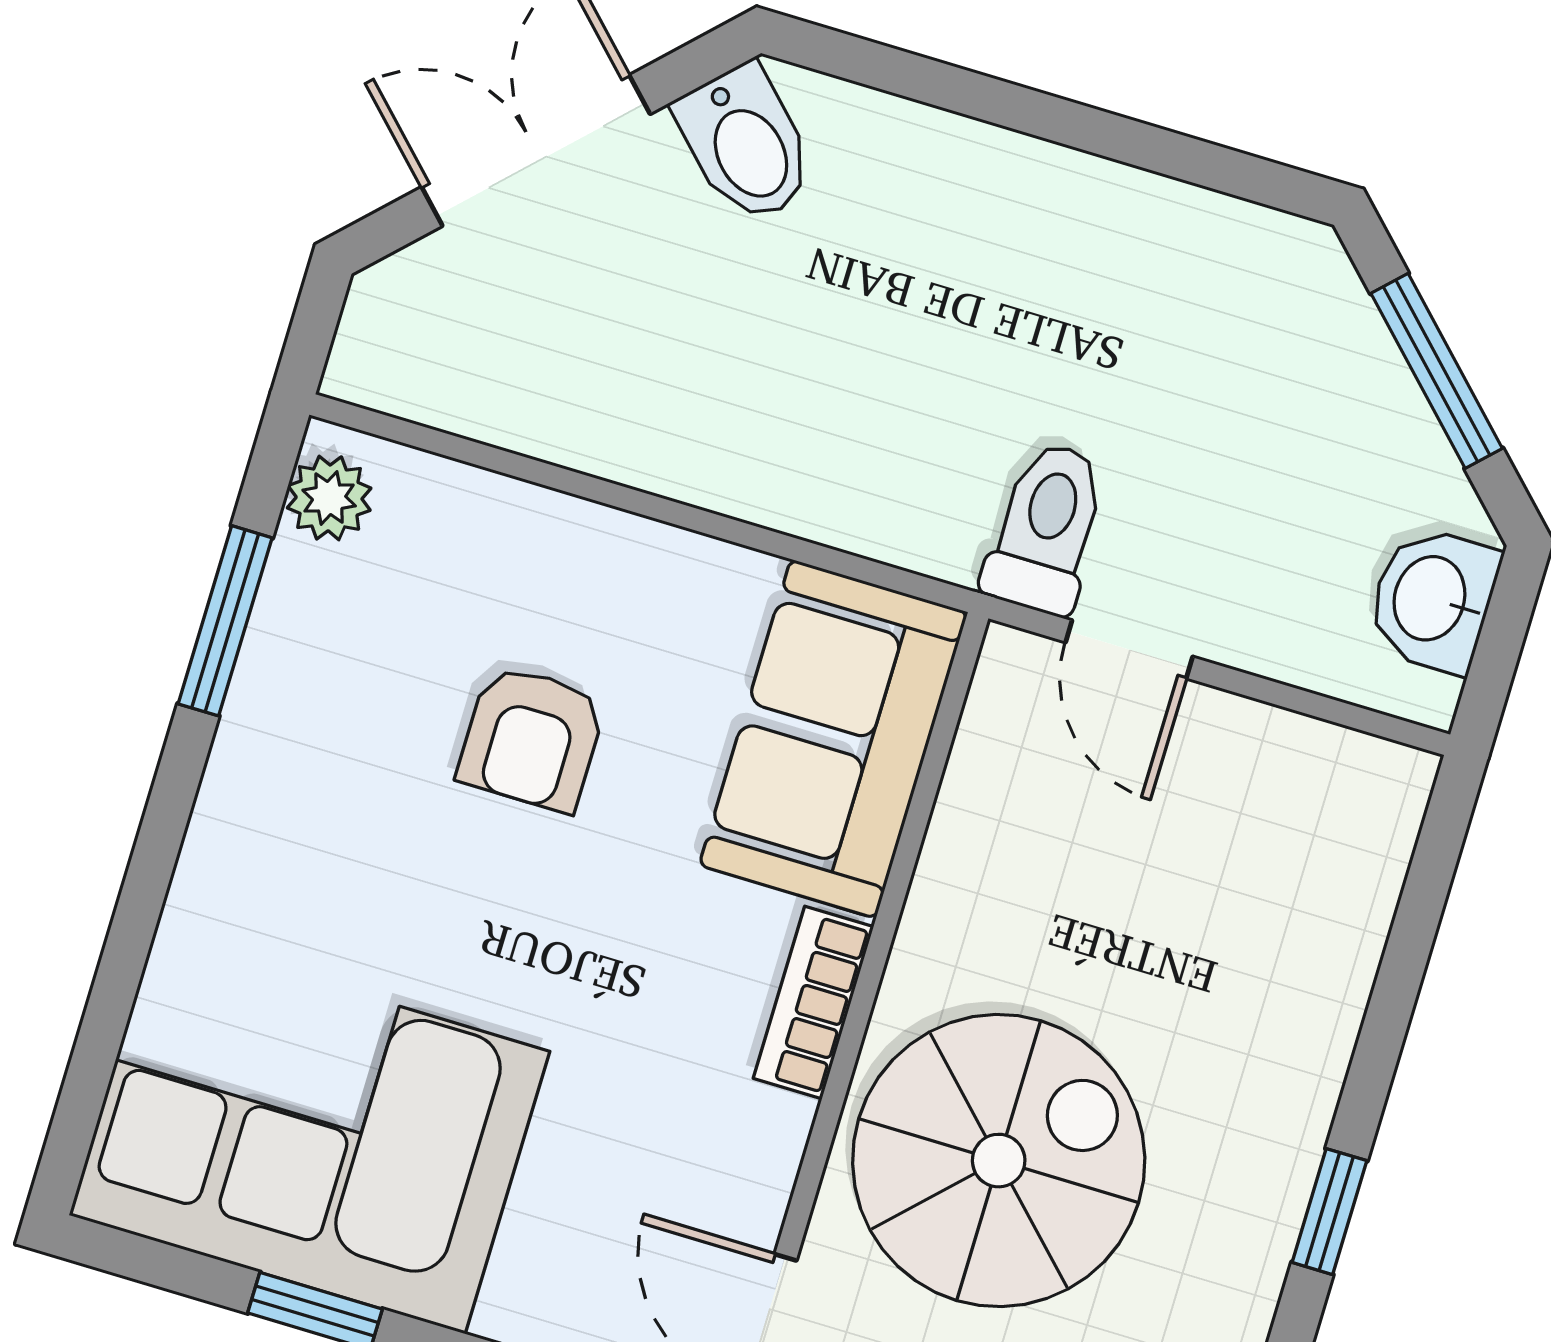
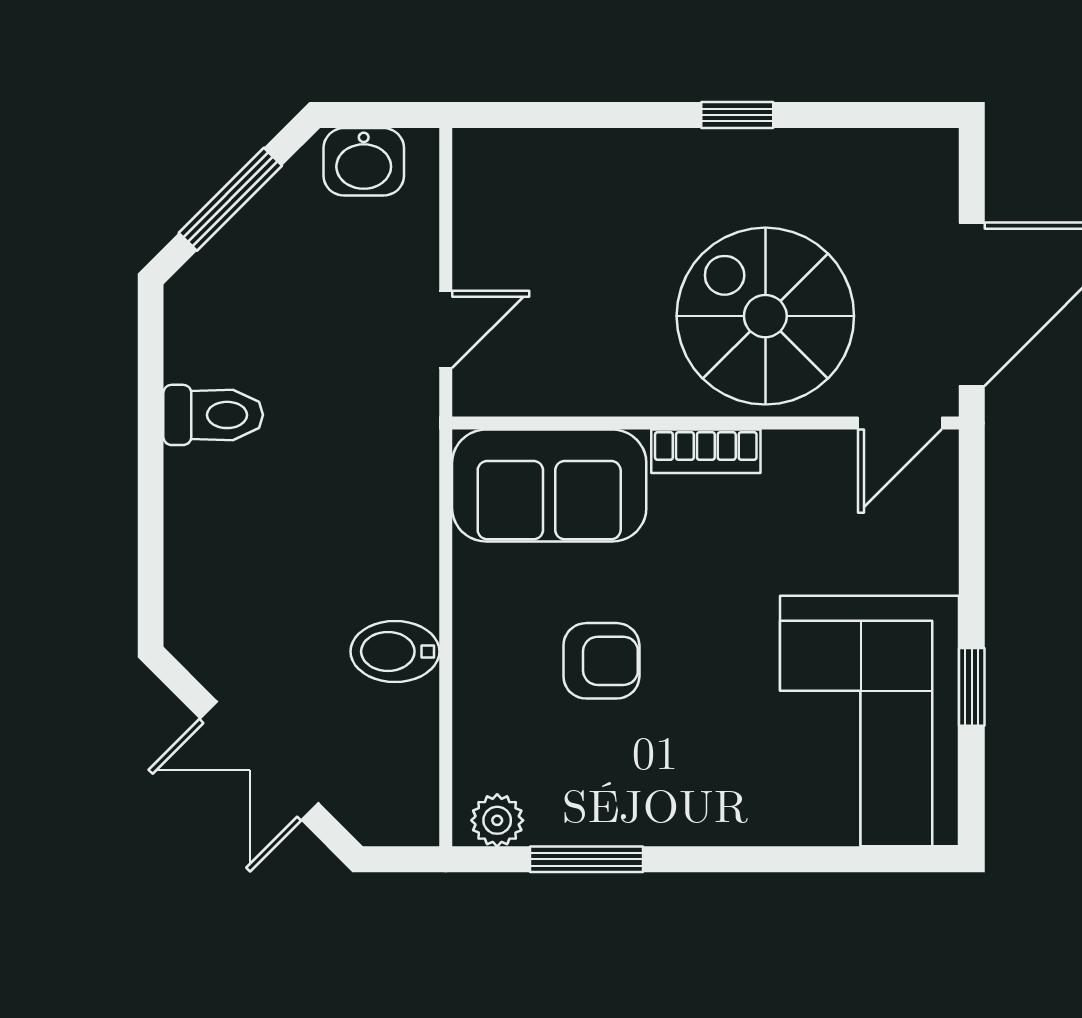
bidet: (746, 144) -> (395, 651), moved, turned -135
toilet: (1046, 528) -> (213, 415), moved, turned 180

